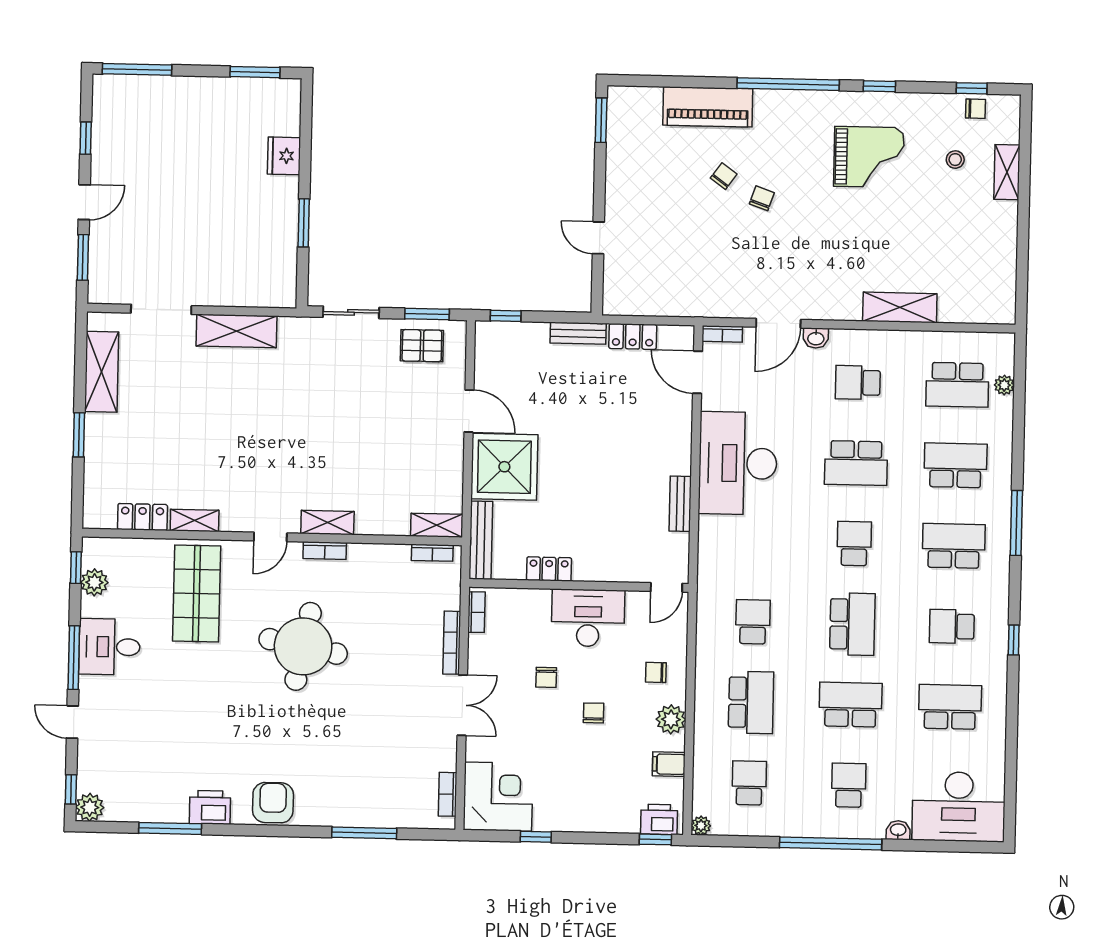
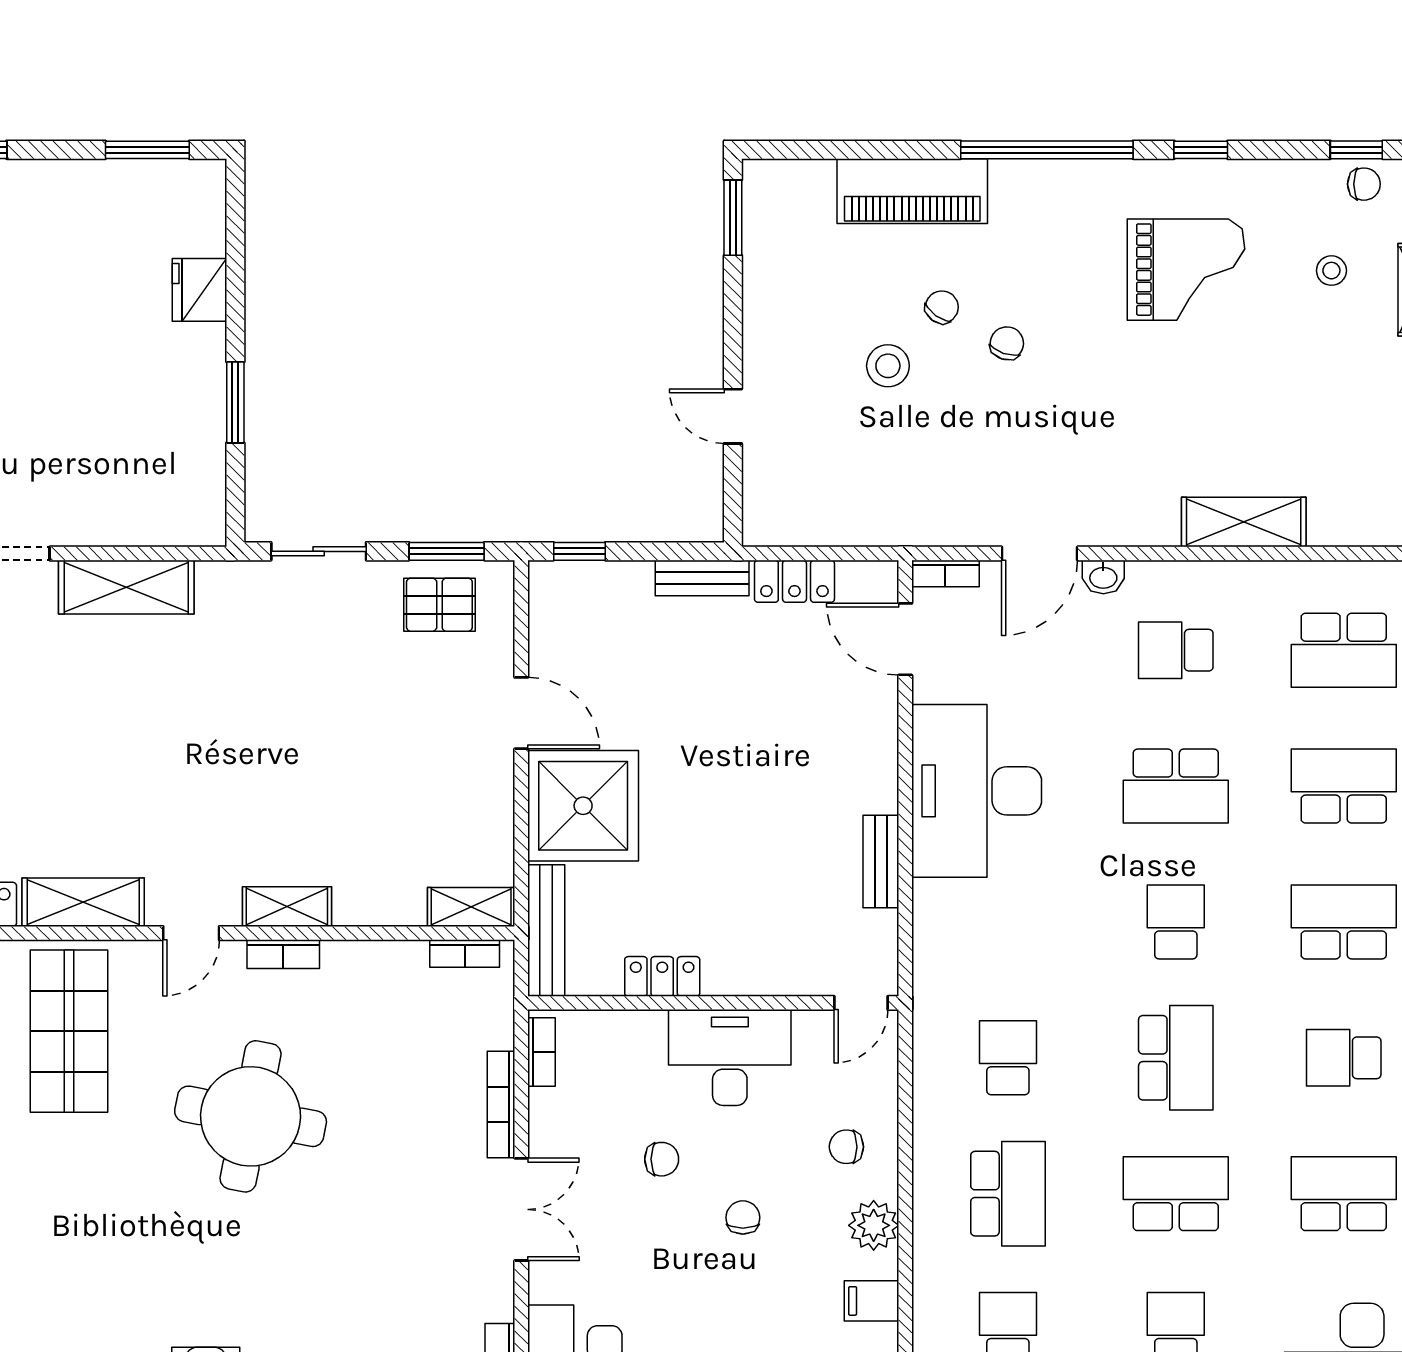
stool: (691, 210) -> (888, 366), added
shelving: (195, 521) -> (83, 902), width x1.50, depth x1.33
chair: (546, 677) -> (662, 1159), turned -90

